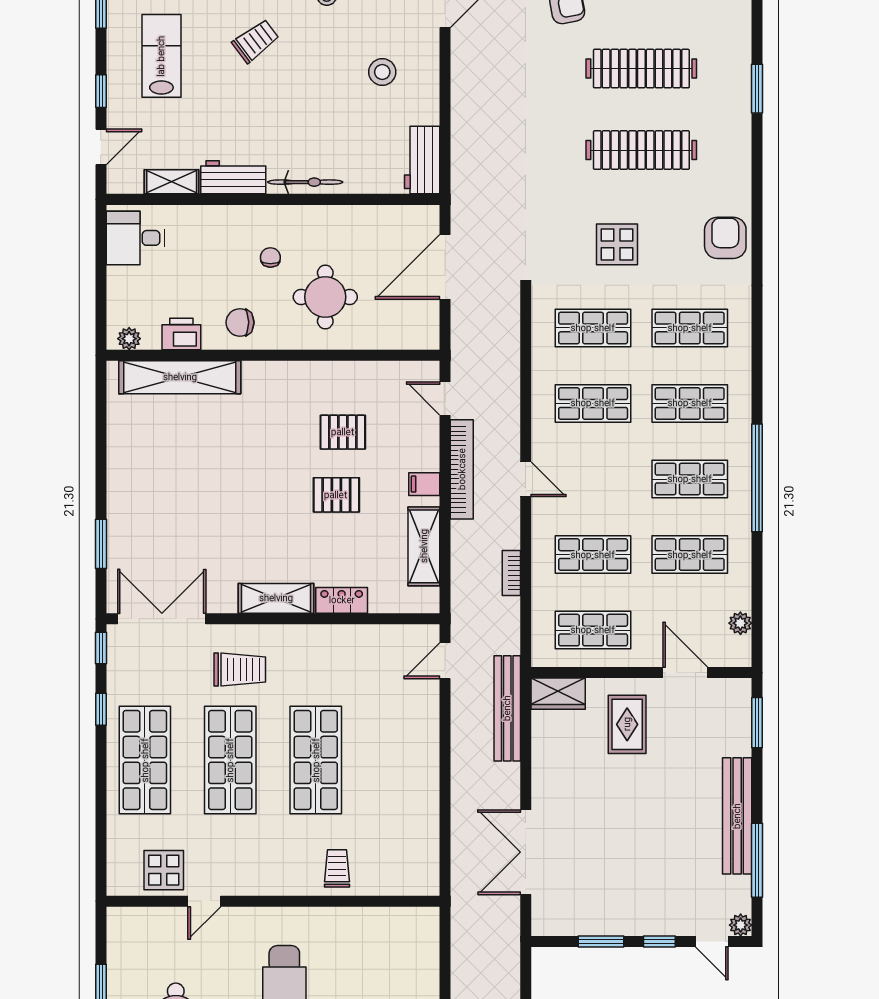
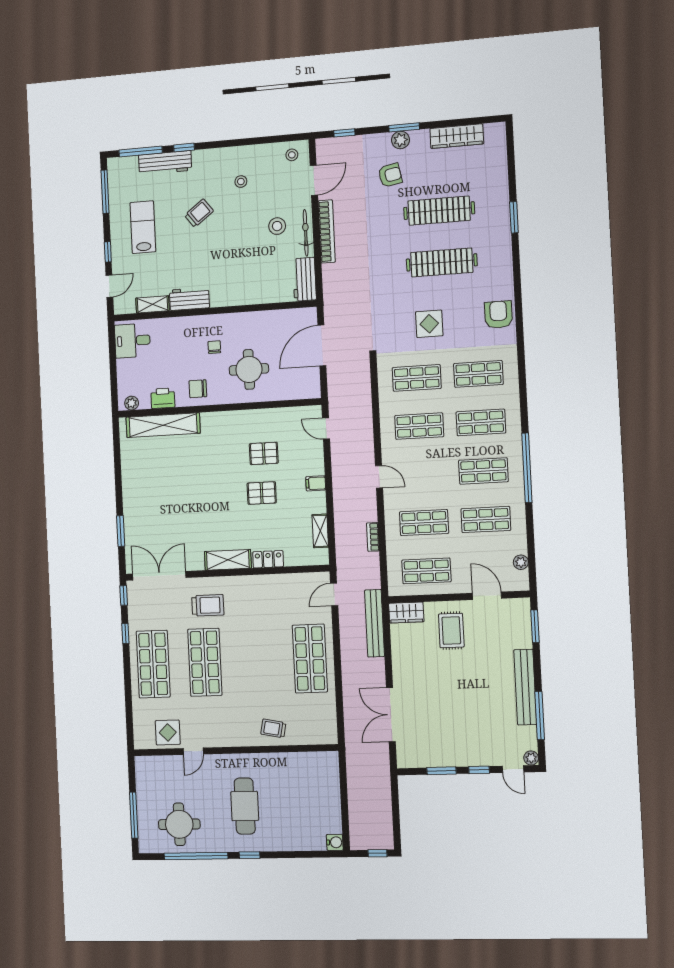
bicycle: (305, 182) -> (306, 233), moved, turned -90
bookcase: (462, 469) -> (327, 231), moved
shelving: (424, 546) -> (320, 531), width x0.67, depth x0.75
shop shelf: (316, 760) -> (310, 659), moved
trolley: (337, 868) -> (273, 728), turned -79

